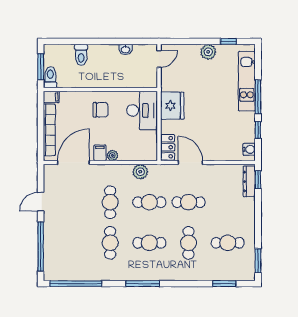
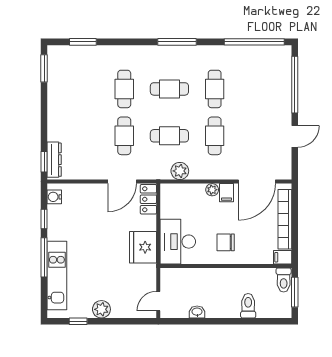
door: (190, 163) -> (122, 182), hinge flipped
cafe table: (189, 202) -> (124, 136), turned 90
cafe table: (228, 243) -> (79, 89), removed

